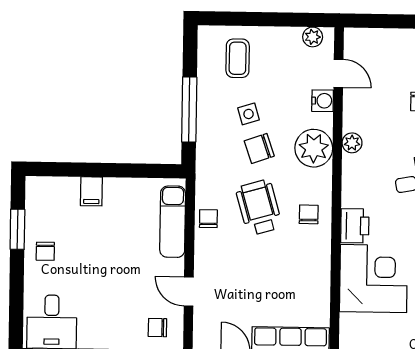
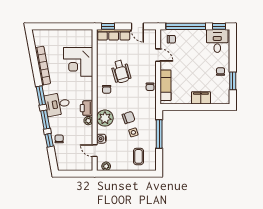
filing cabinet: (91, 191) -> (201, 98), width x2.00
wheelchair: (259, 207) -> (121, 71), moved
printer: (355, 226) -> (87, 108), moved

